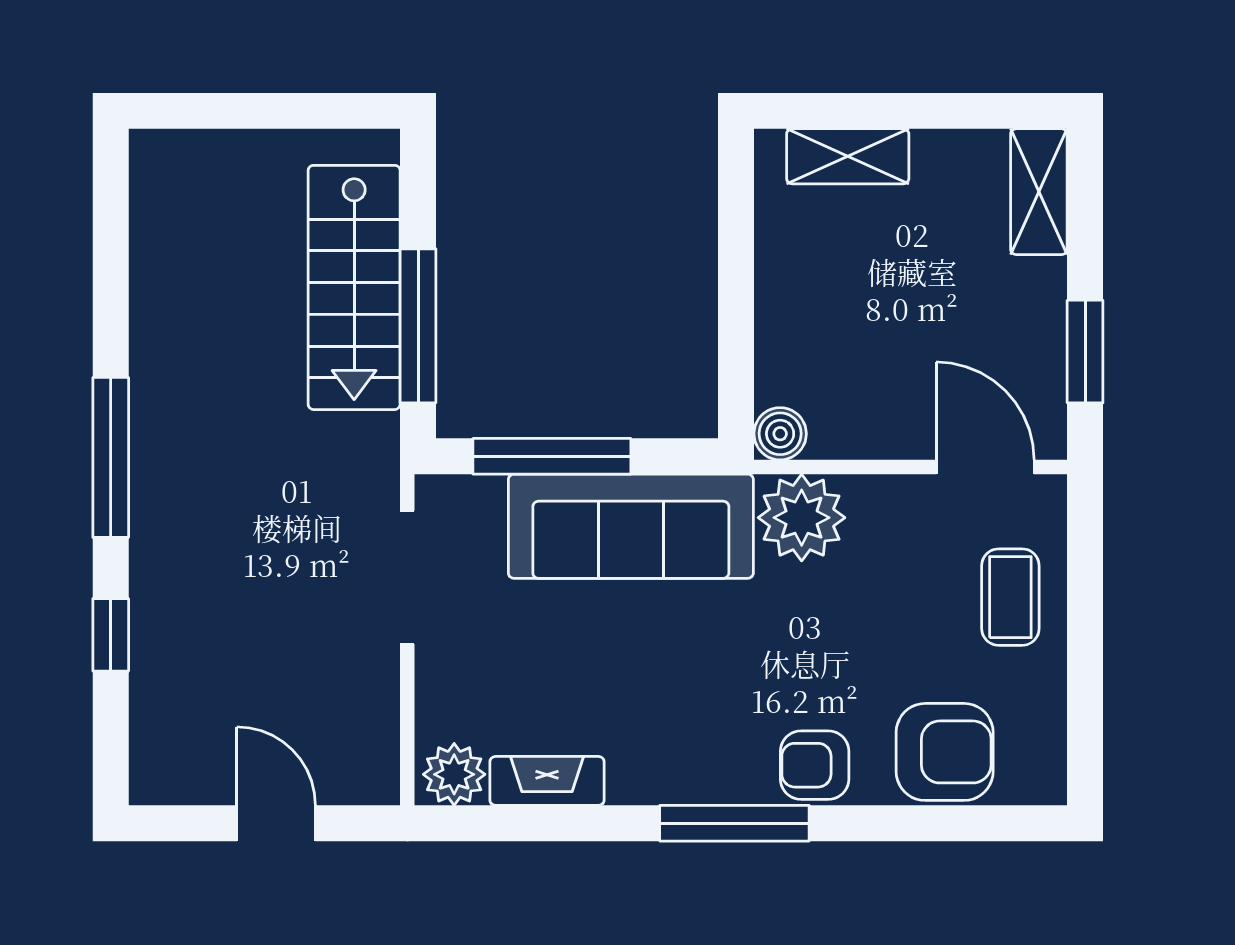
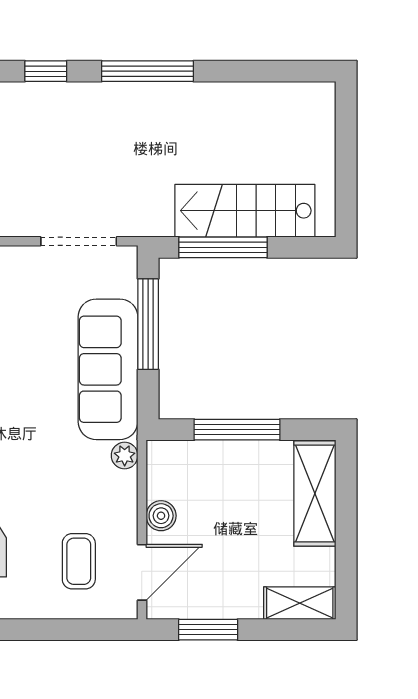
shelving: (848, 156) -> (315, 494), width x1.50, depth x1.33
window: (736, 301) -> (237, 430), added
boiler: (780, 434) -> (161, 516), moved
plant: (802, 518) -> (125, 456), width x0.53, depth x0.53
coffee table: (1010, 597) -> (79, 561), moved, turned 90

